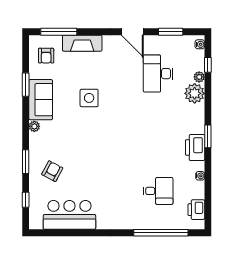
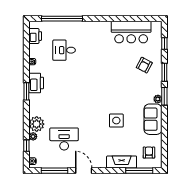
window: (171, 32) -> (55, 171), width x1.44
desk: (158, 74) -> (64, 139), turned -90
window: (26, 85) -> (164, 96), moved

